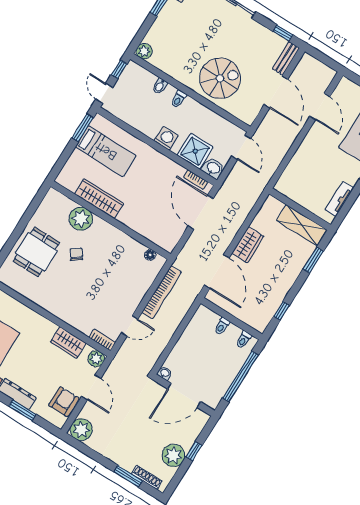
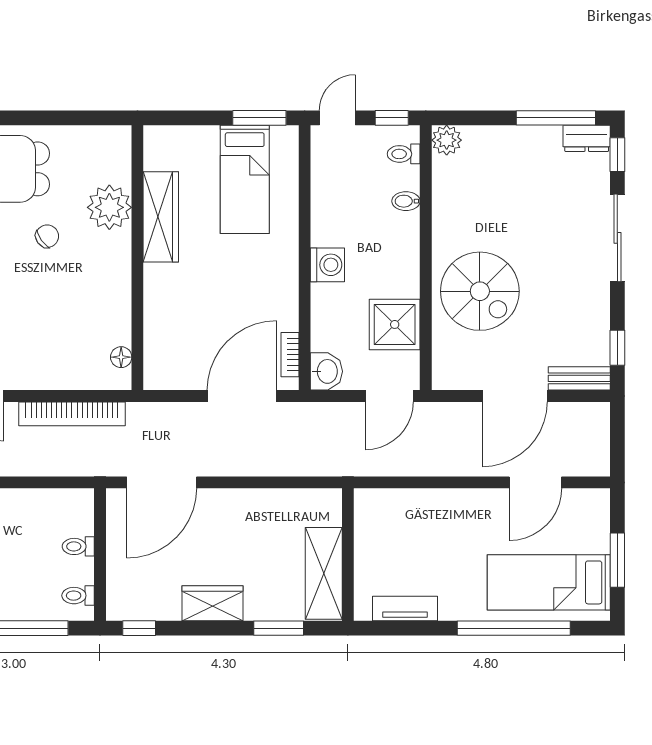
toilet: (178, 99) -> (404, 154), moved
shower: (195, 151) -> (395, 324), moved
wardrobe: (248, 245) -> (213, 603), moved, turned 180
window: (281, 311) -> (139, 628), moved

